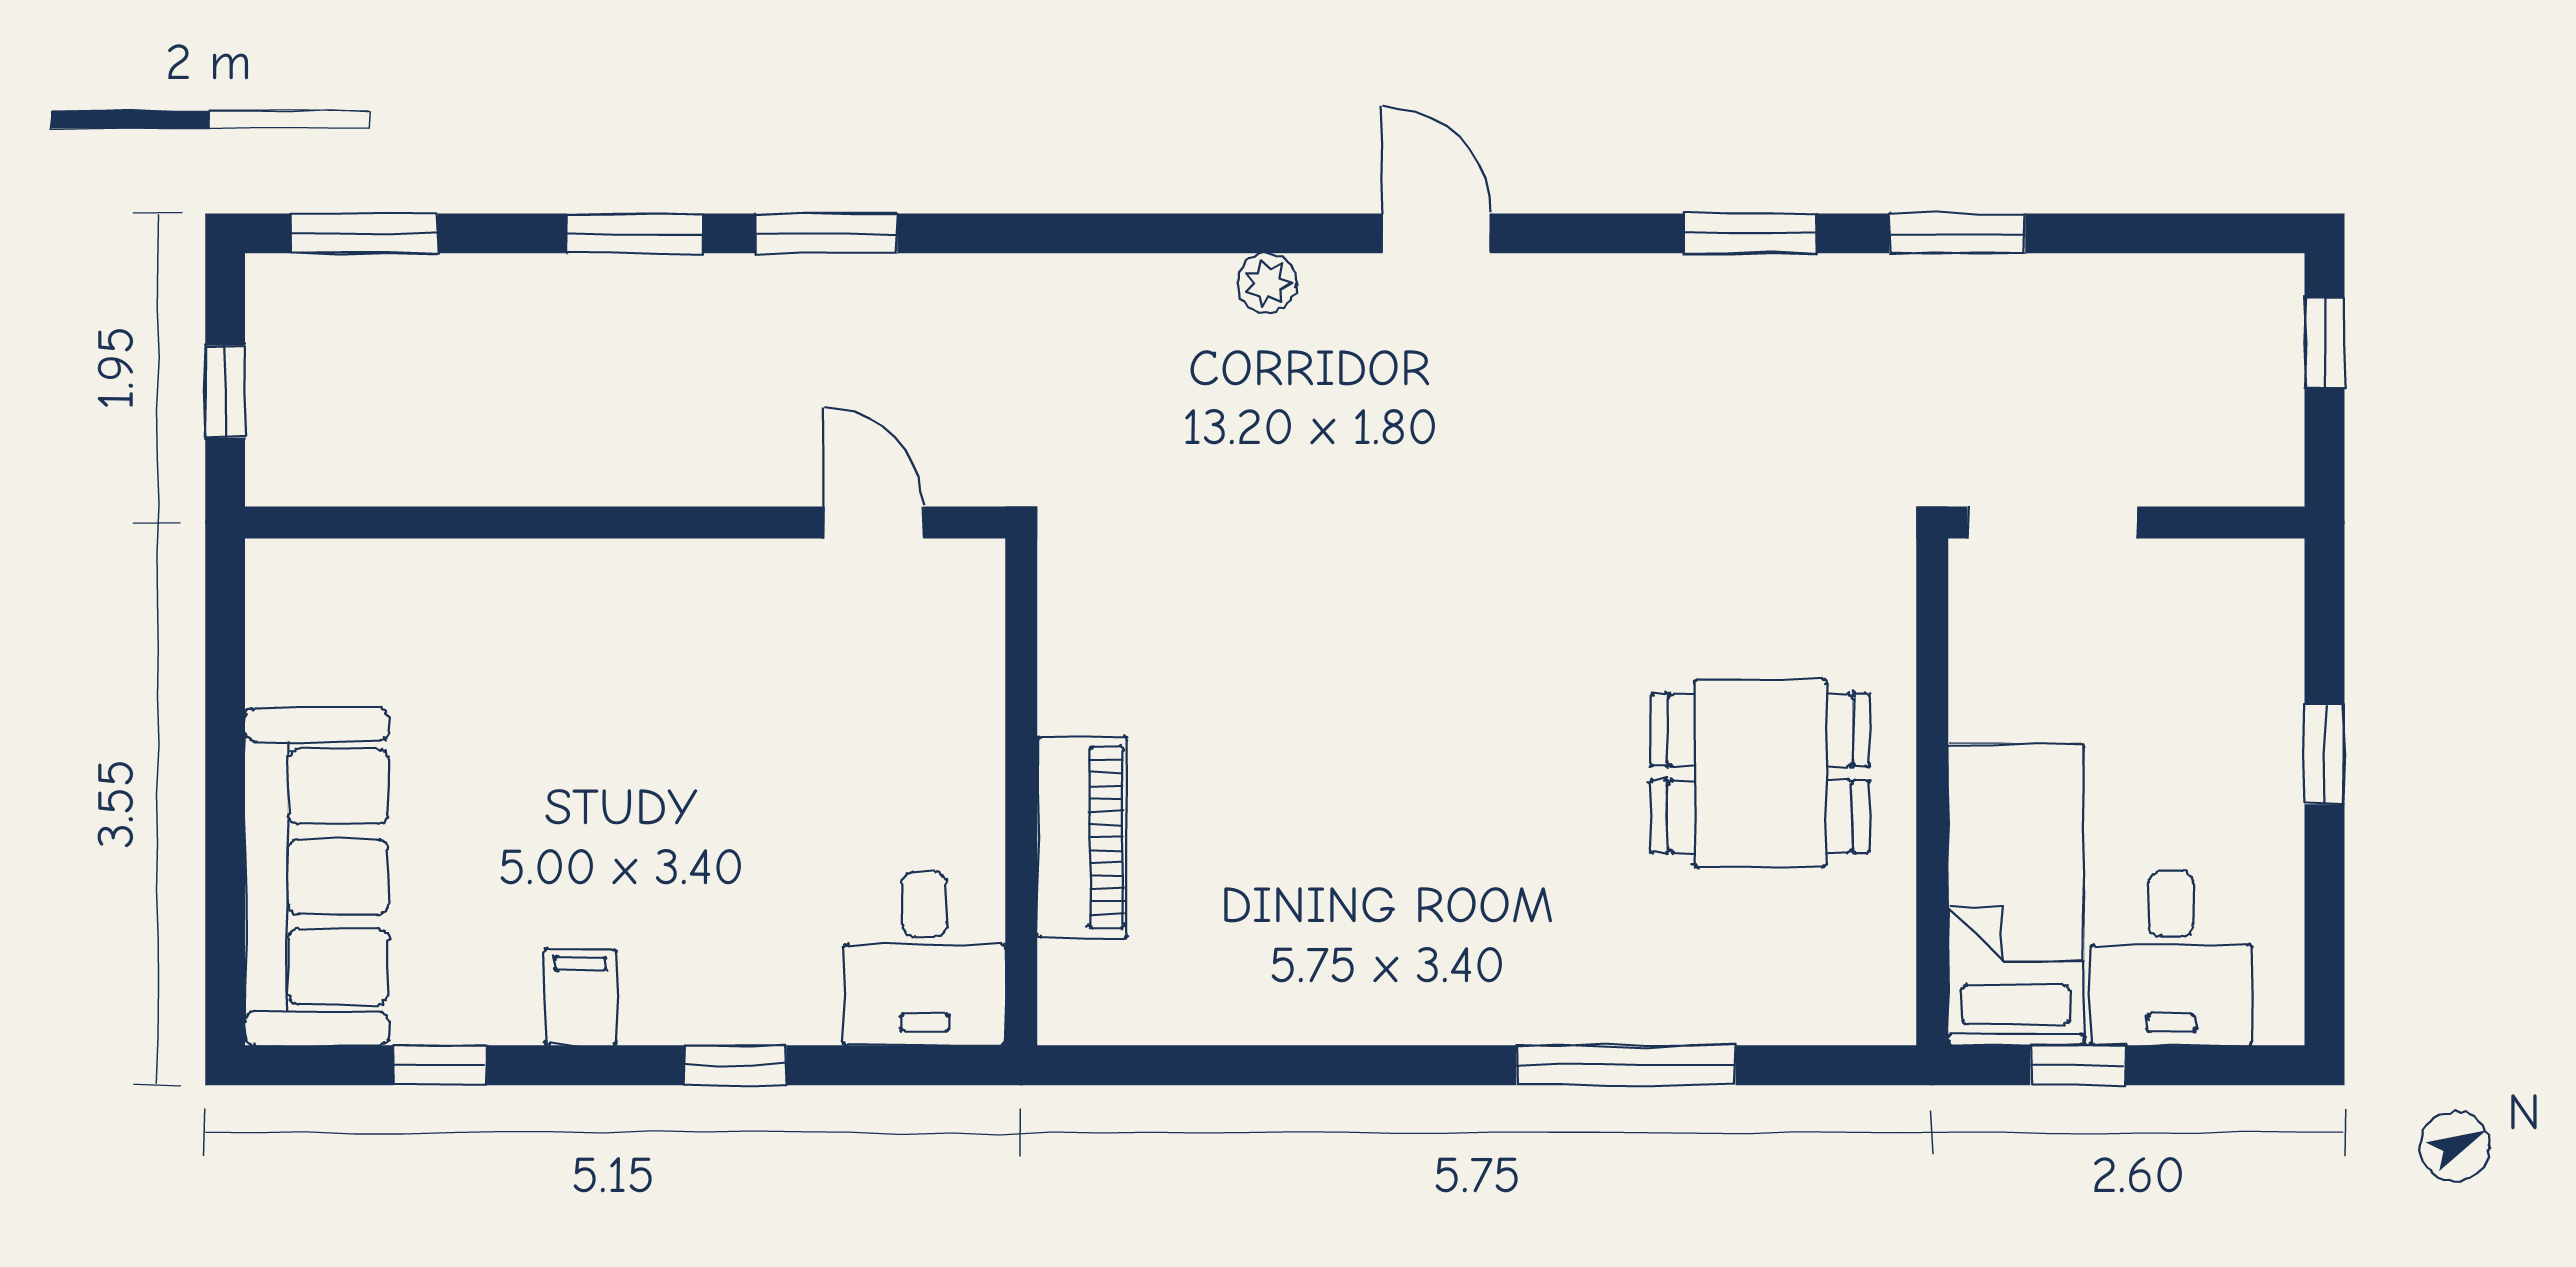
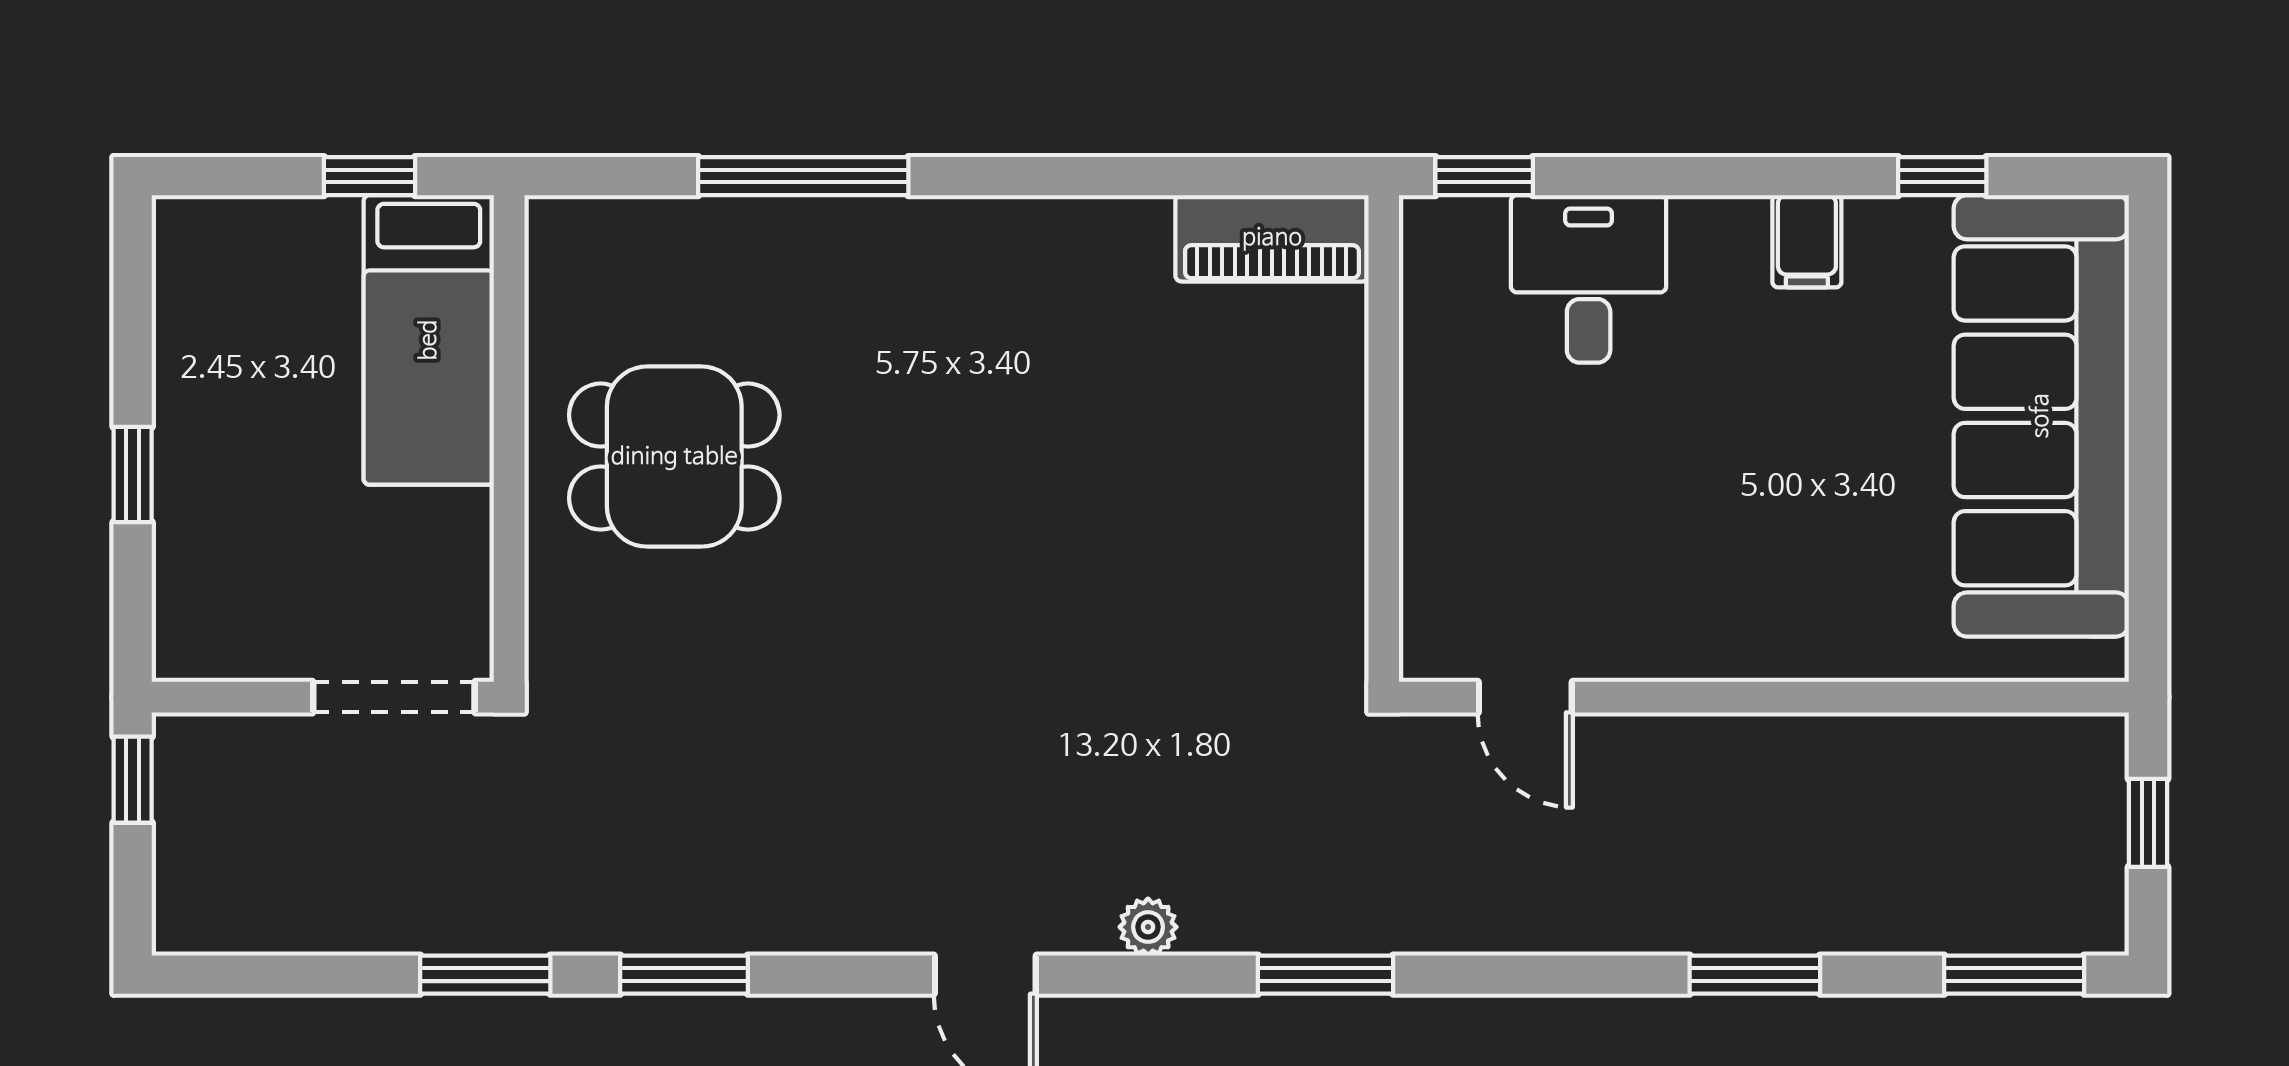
window: (827, 233) -> (1325, 975), moved
window: (2324, 342) -> (133, 780), moved
piano: (1082, 837) -> (1272, 238), moved, turned -90
sofa: (317, 876) -> (2041, 416), width x1.36, depth x1.27
desk: (925, 958) -> (1589, 279), moved
desk: (2171, 958) -> (280, 279), removed
window: (735, 1065) -> (1484, 176), moved

